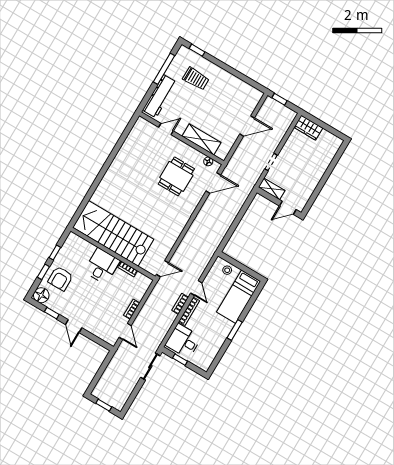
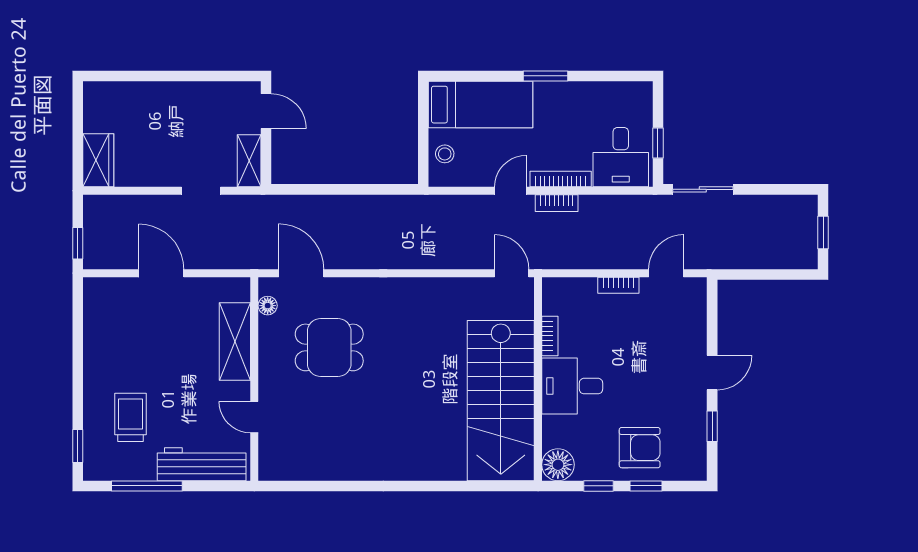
floor lamp: (41, 295) -> (558, 465), moved

